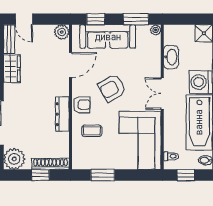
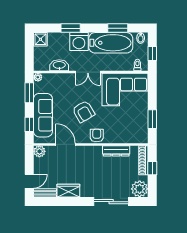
dresser: (62, 114) -> (116, 151), moved
coffee table: (92, 131) -> (117, 128), removed

